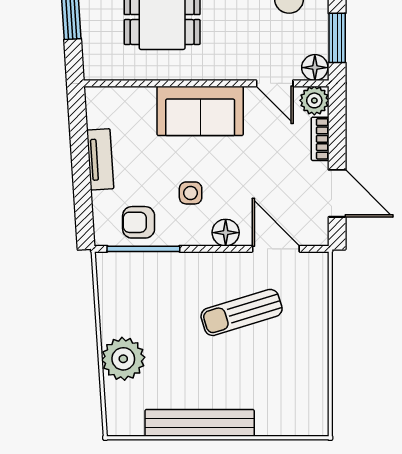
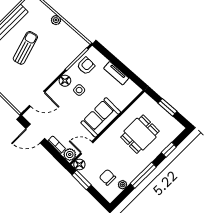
floor lamp: (226, 233) -> (65, 81), moved
sun lounger: (242, 312) -> (25, 48), moved
plant: (123, 359) -> (56, 20), width x0.53, depth x0.53

